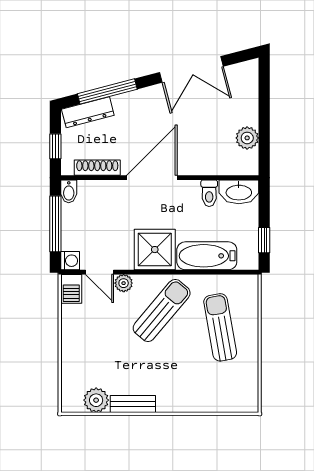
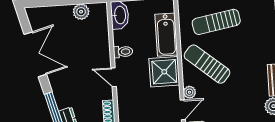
door: (152, 178) -> (114, 77), width x0.53
toilet: (209, 193) -> (123, 52), moved

